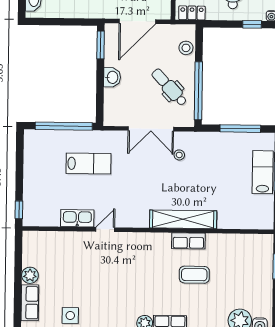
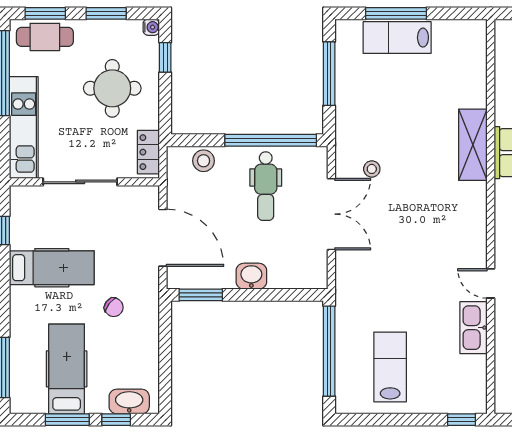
dental chair: (169, 87) -> (266, 186), turned -47
lab bench: (88, 164) -> (390, 367), moved
shelving: (183, 219) -> (473, 145), width x0.68

